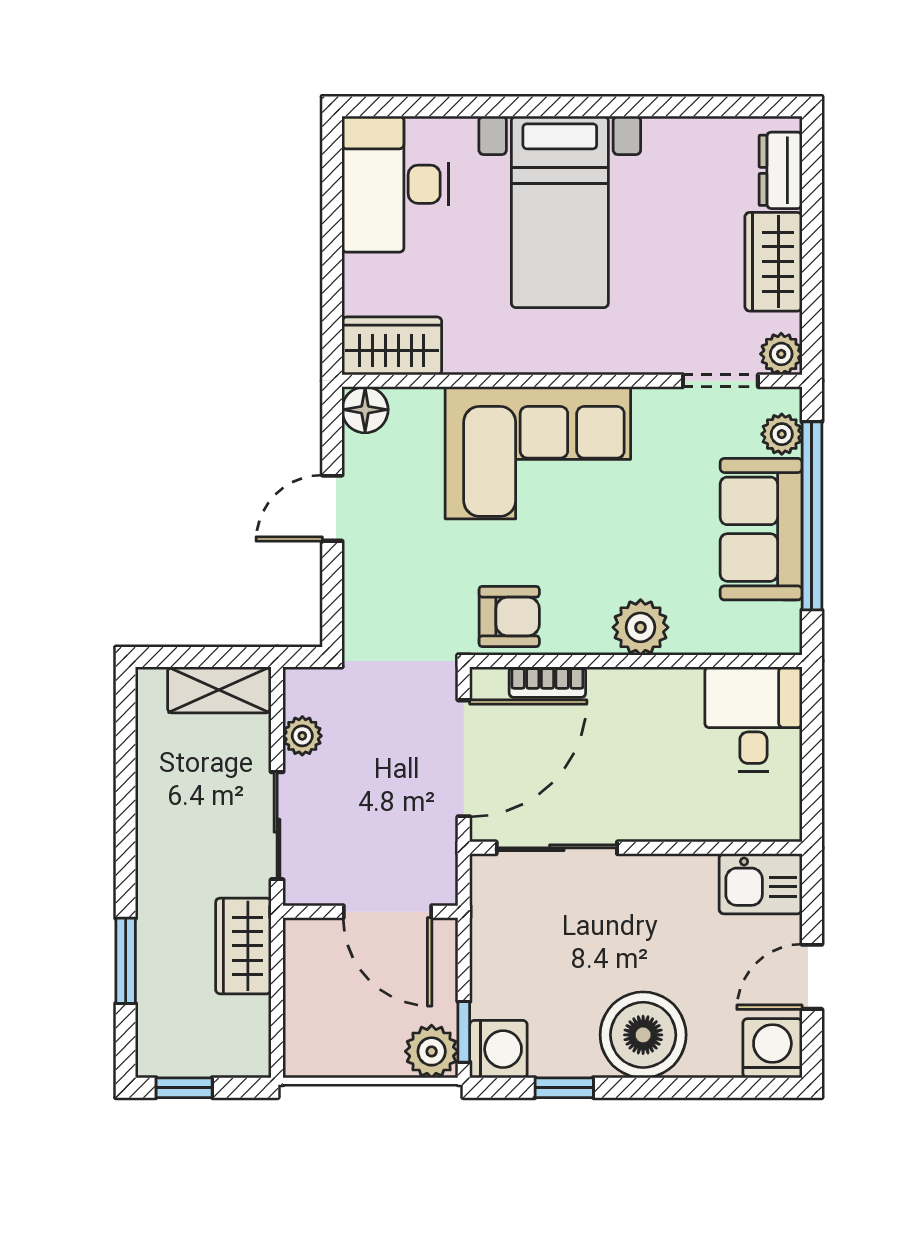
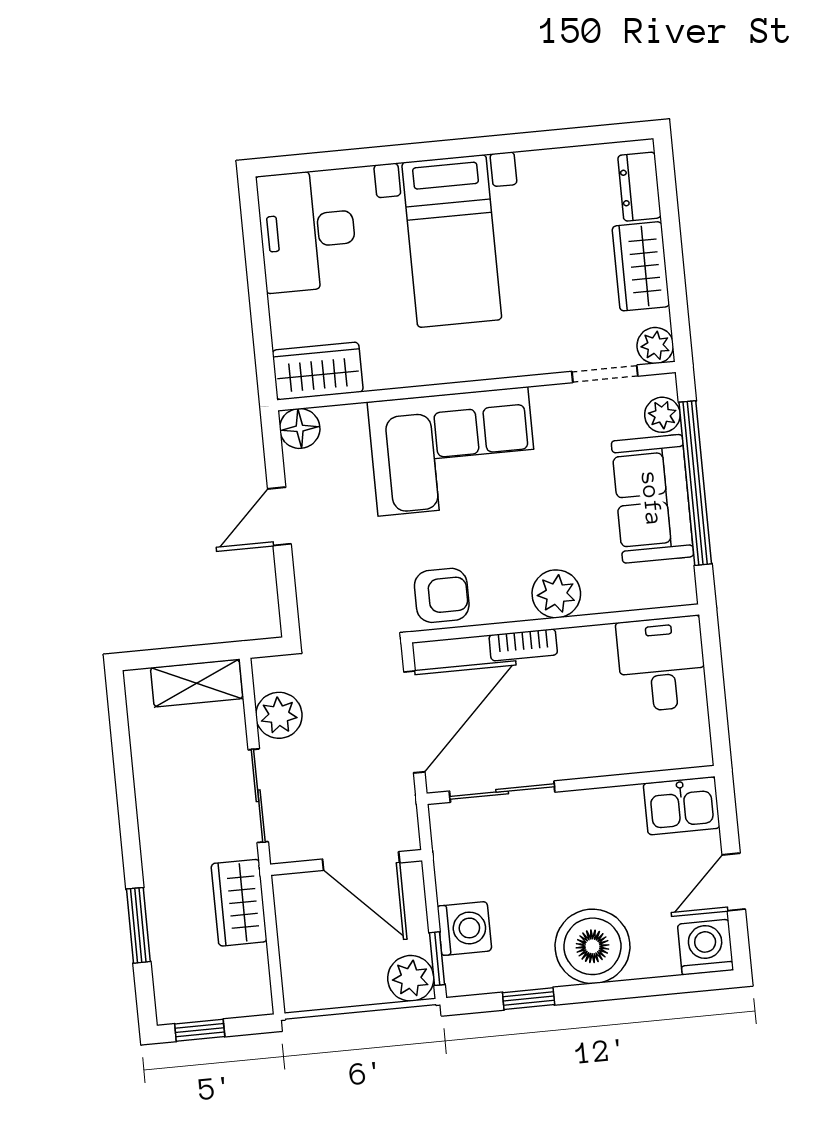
bookcase: (547, 682) -> (523, 645), moved
plant: (302, 736) -> (279, 715), width x1.38, depth x1.38
washing machine: (498, 1049) -> (464, 928), moved

